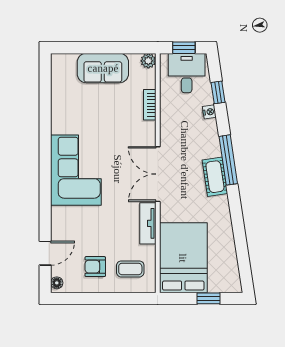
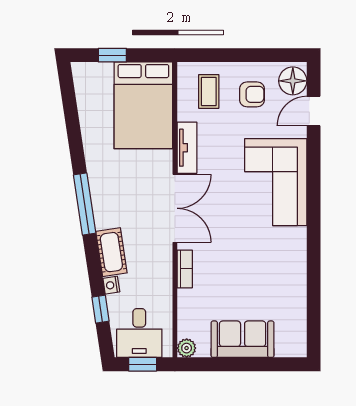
bookcase: (150, 105) -> (185, 269), moved
window: (228, 160) -> (85, 204), moved
corner sofa: (76, 170) -> (276, 182), moved
cot: (215, 177) -> (111, 252), moved
coffee table: (130, 269) -> (209, 91), turned 90
floor lamp: (57, 283) -> (293, 81), width x1.89, depth x1.89

